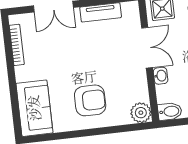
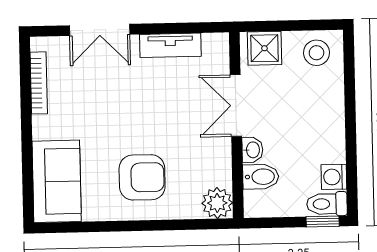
double door: (147, 48) -> (236, 106), swing flipped
bidet: (170, 111) -> (261, 177), moved

